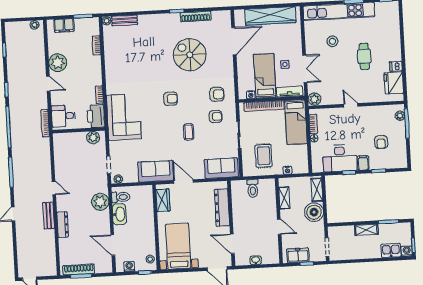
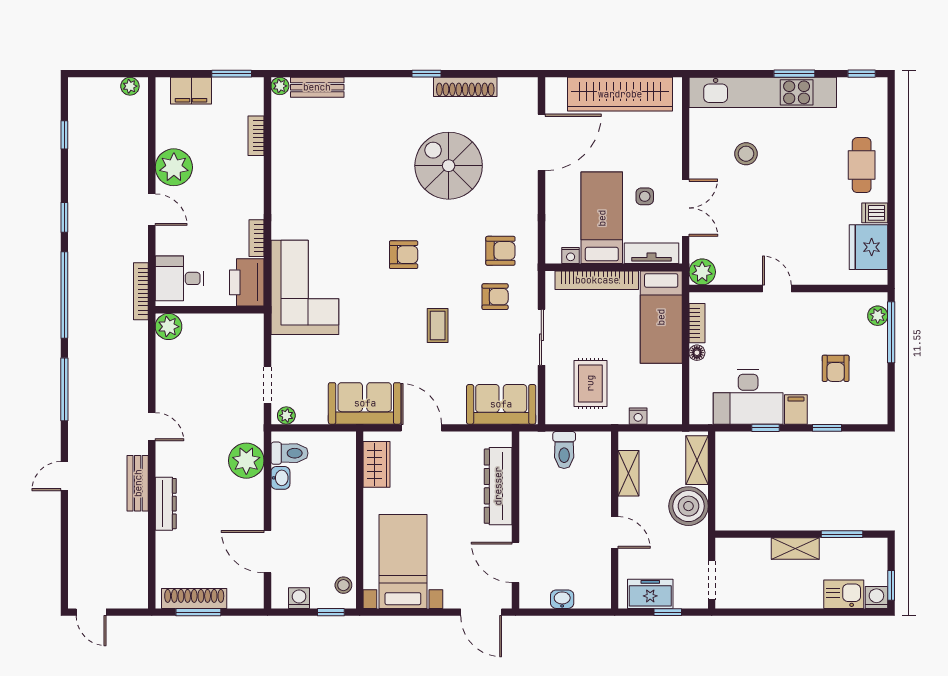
cafe table: (364, 56) -> (862, 165), moved
plant: (93, 138) -> (169, 327), moved
washbasin: (119, 214) -> (280, 478), width x0.52, depth x0.69

